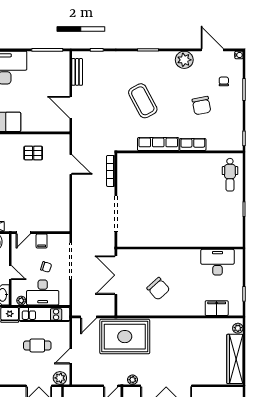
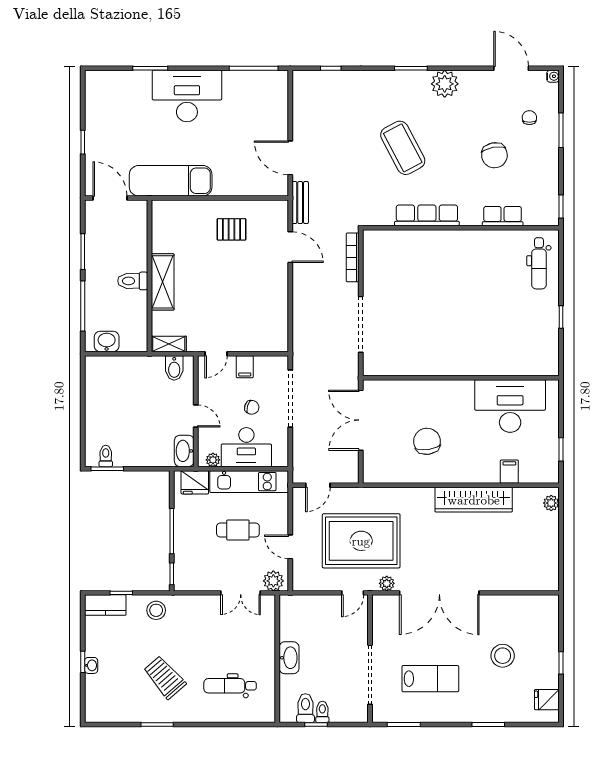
plant: (184, 60) -> (445, 84), moved
bench: (77, 72) -> (300, 203), moved
row of seats: (193, 145) -> (503, 216), moved
desk: (217, 262) -> (510, 406), width x1.36, depth x1.30
chair: (158, 289) -> (427, 441), turned -146
filing cabinet: (217, 308) -> (509, 472), width x0.50
rug: (125, 337) -> (361, 541), moved
door: (71, 356) -> (290, 547), hinge flipped
wardrobe: (235, 359) -> (474, 500), moved, turned -90

